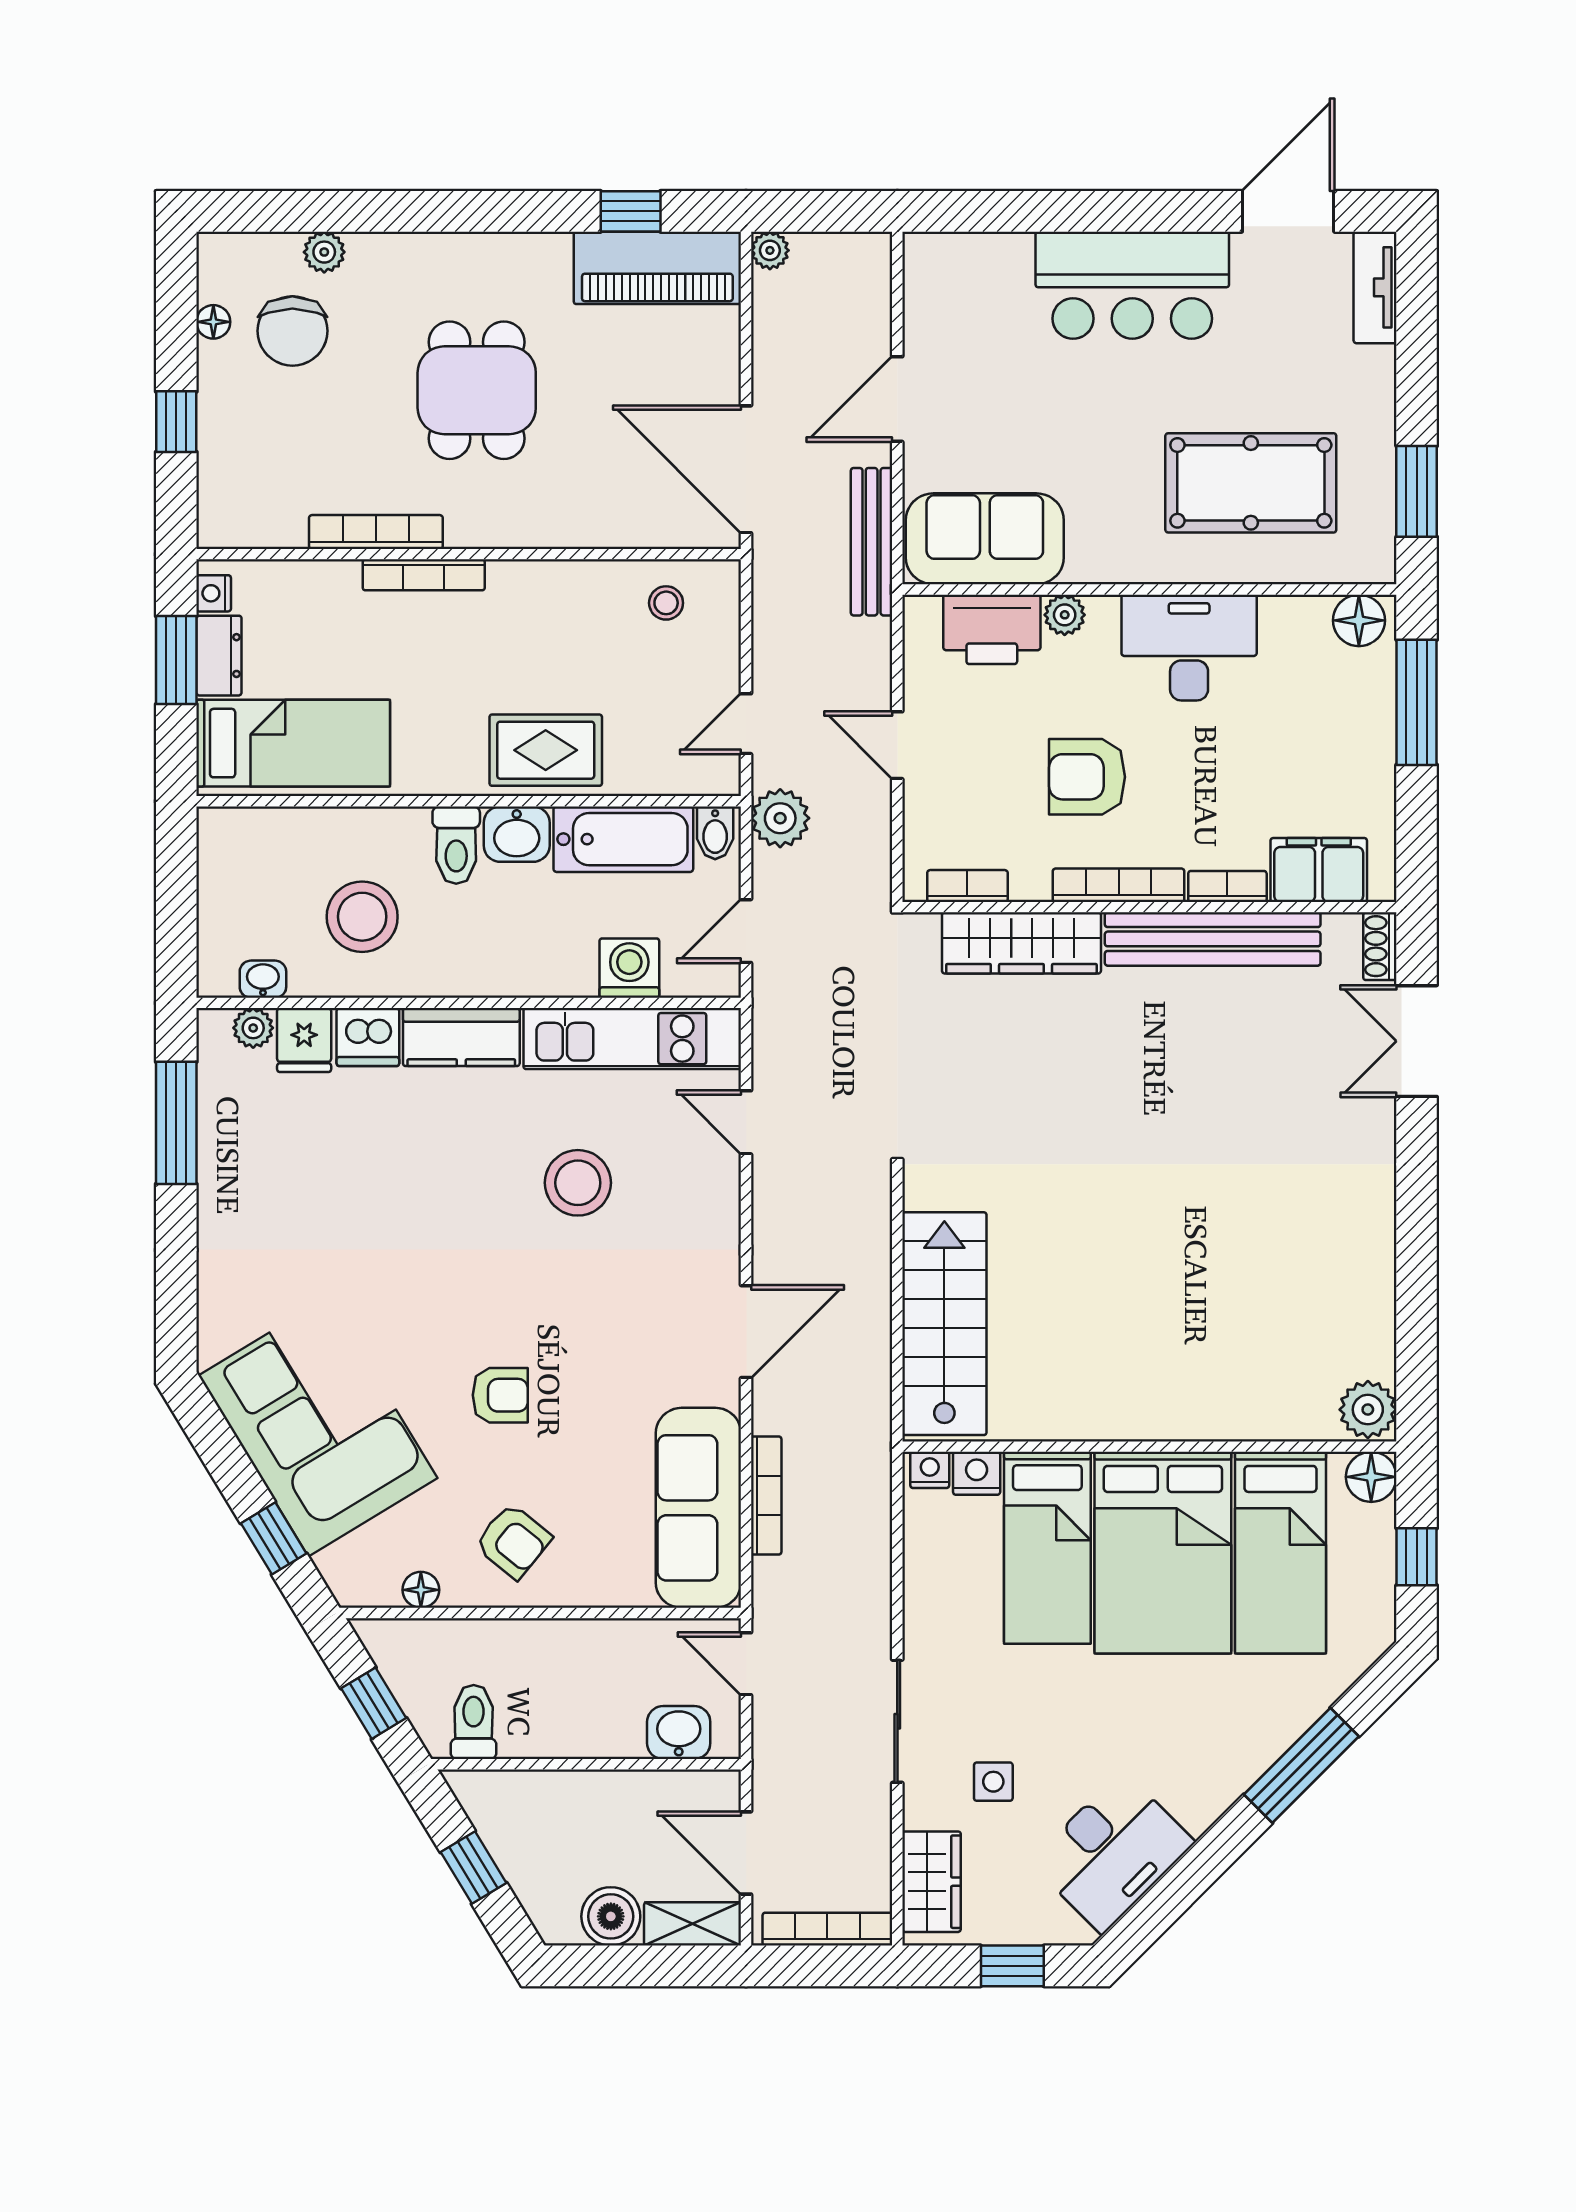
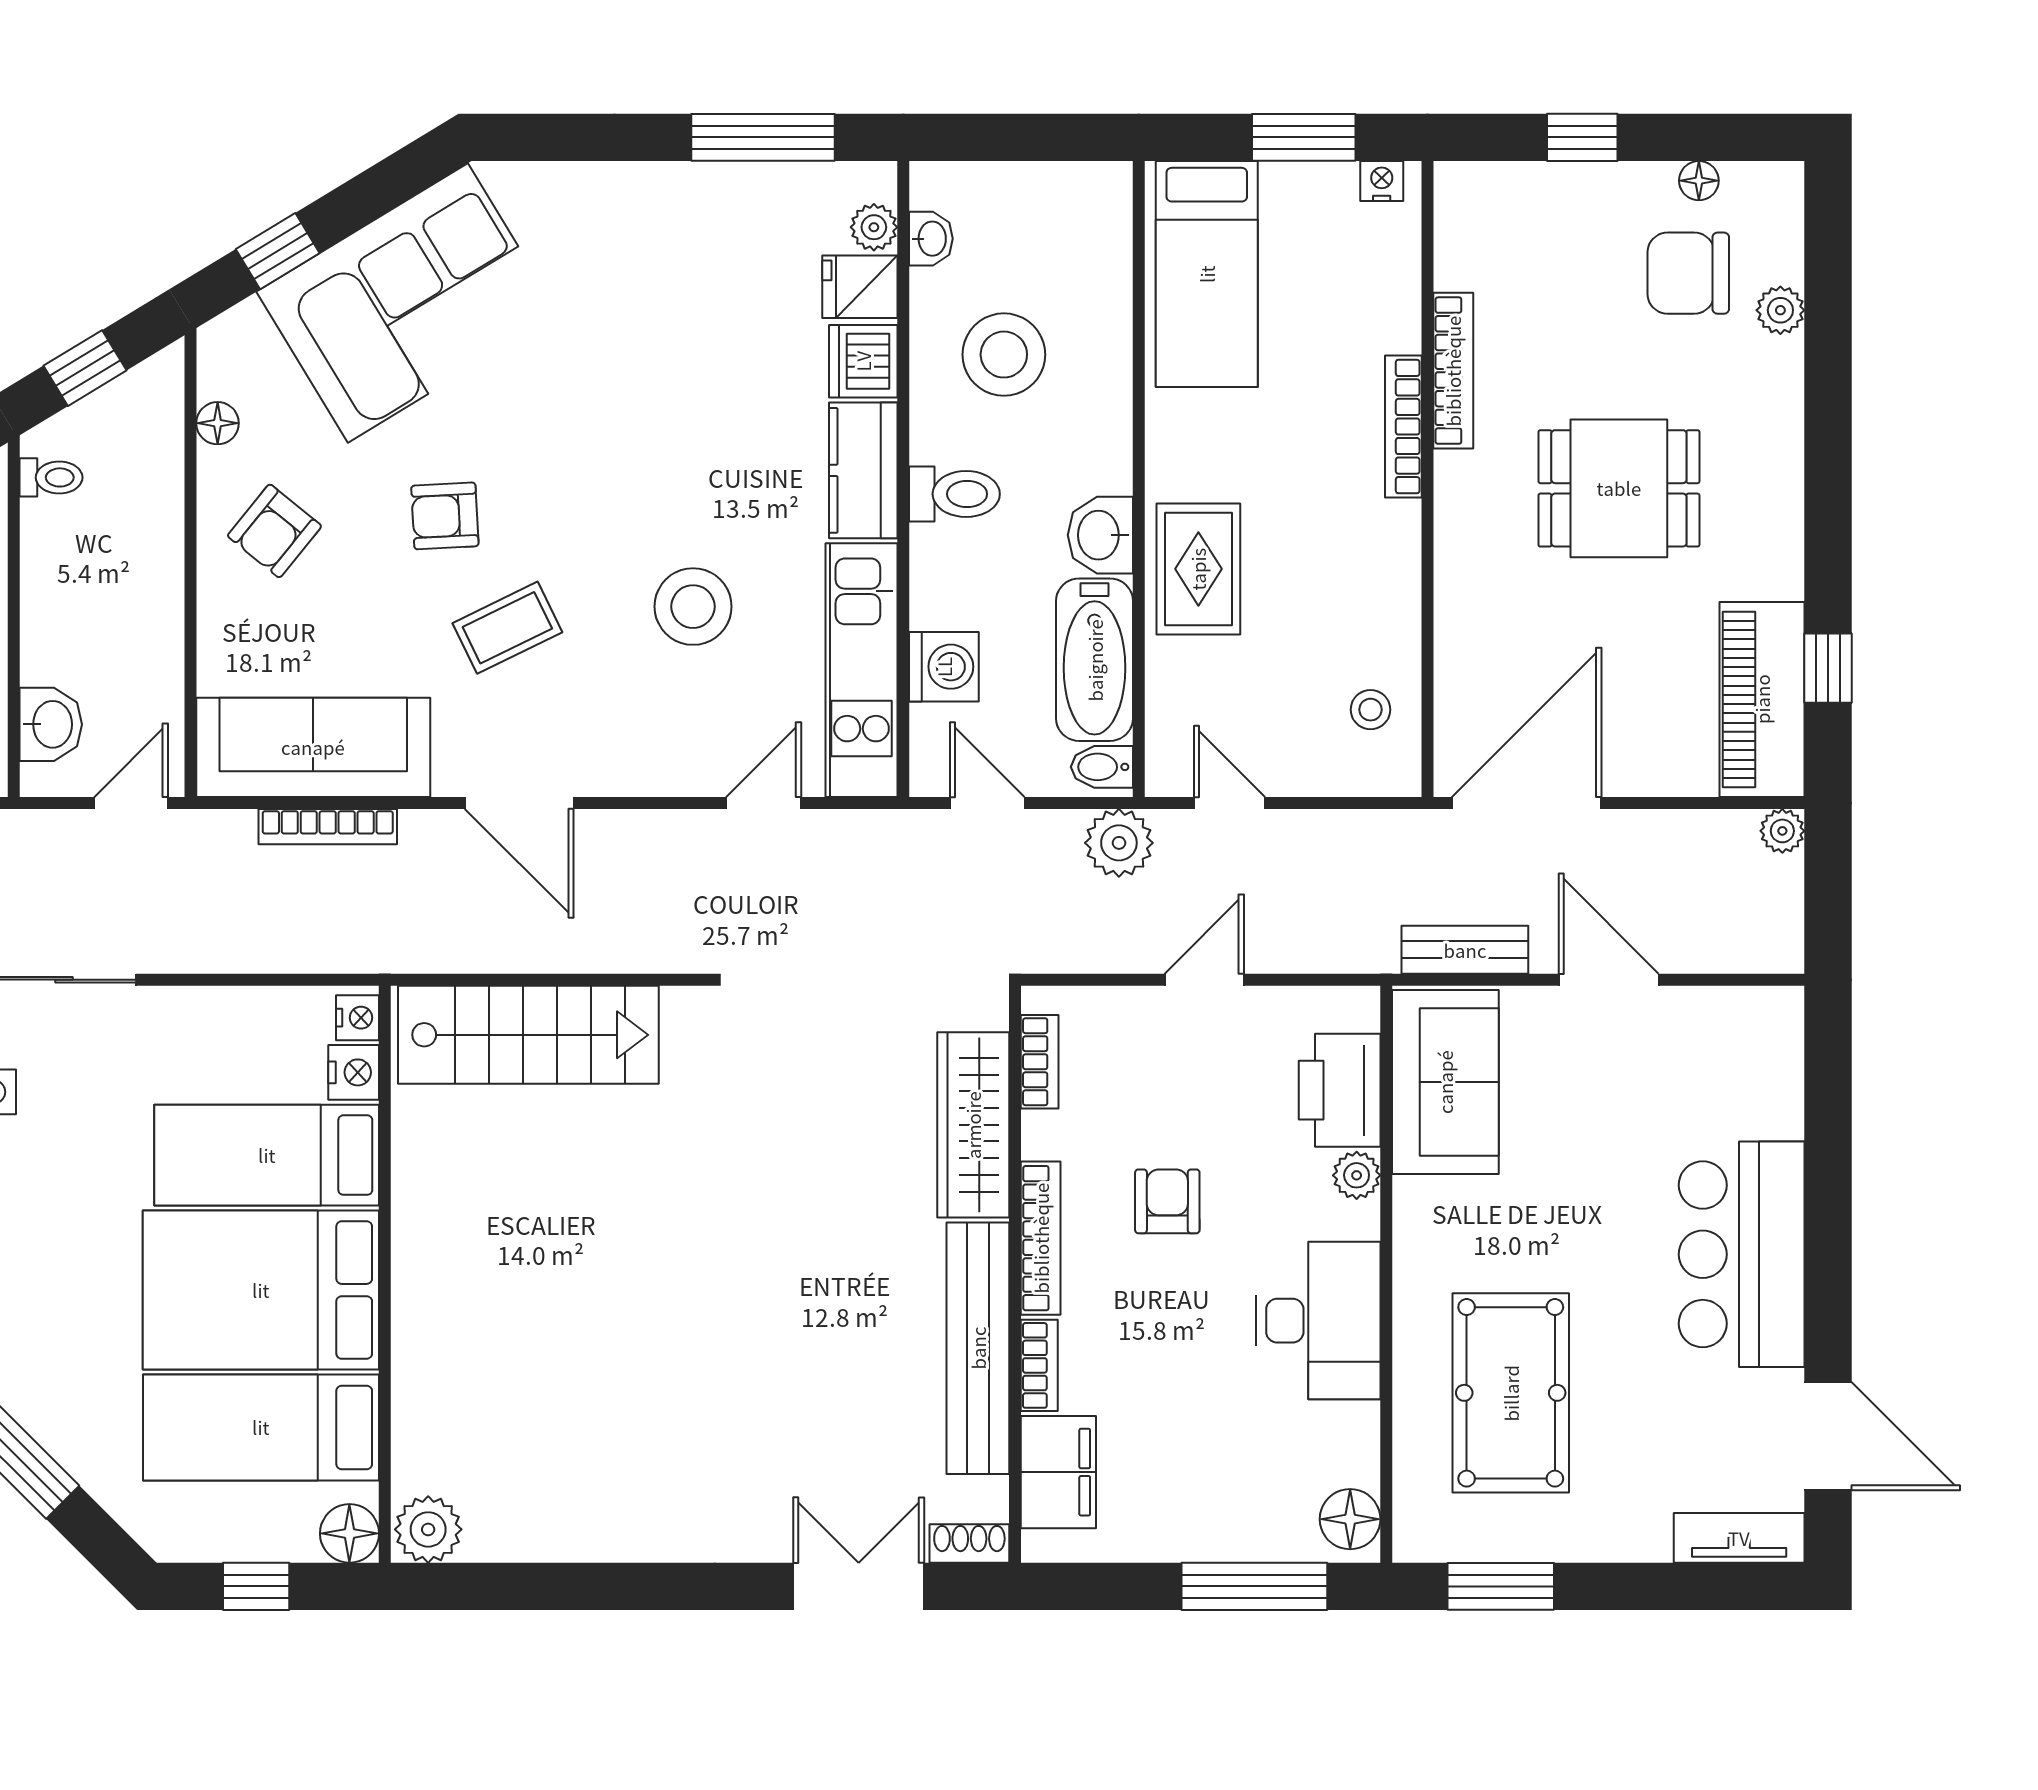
bench: (872, 542) -> (1465, 950), width x0.73
dresser: (219, 656) -> (1309, 187), removed
armchair: (1087, 777) -> (1167, 1201), width x0.72, depth x0.72
toilet: (456, 845) -> (954, 494), moved, turned 180
coffee table: (596, 1342) -> (507, 628), added
armchair: (500, 1395) -> (445, 516), turned 87
toilet: (474, 1722) -> (51, 477), width x0.73, depth x0.72

